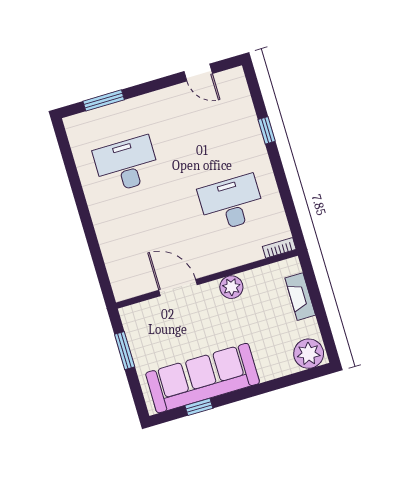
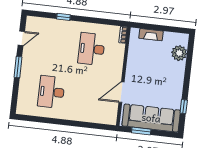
window: (104, 100) -> (18, 67), moved
plant: (231, 287) -> (132, 66), removed
plant: (309, 354) -> (179, 53), moved
sofa: (203, 378) -> (151, 118), moved, turned 90

